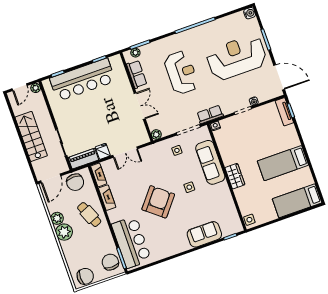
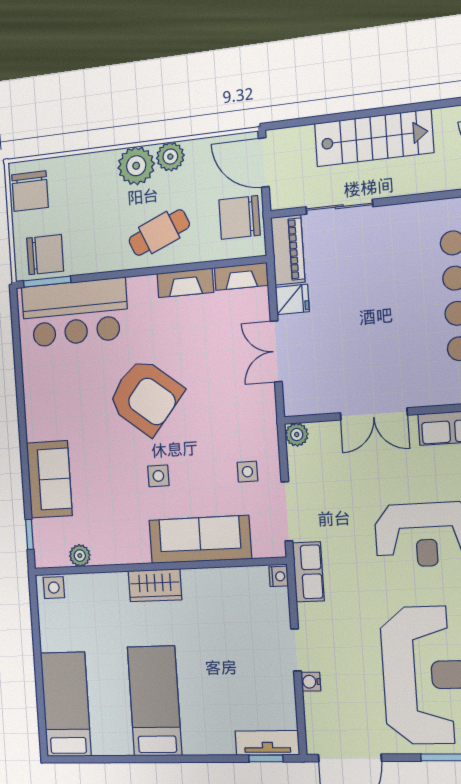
plant: (232, 212) -> (80, 556), added

